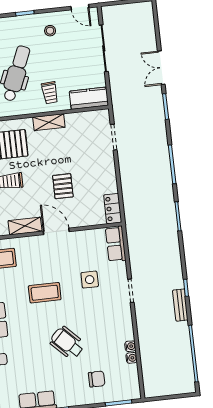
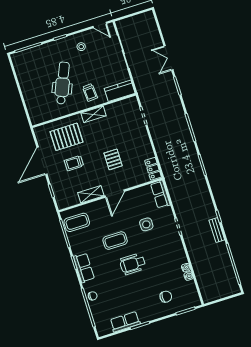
door: (56, 231) -> (115, 194), swing flipped
wheelchair: (67, 343) -> (133, 264), moved, turned -45

